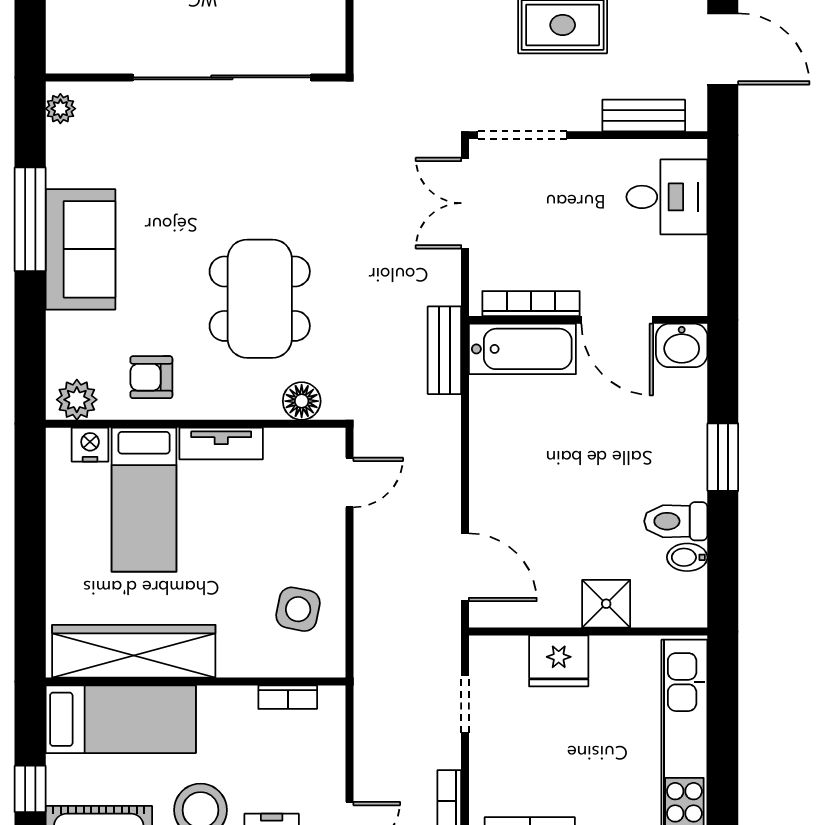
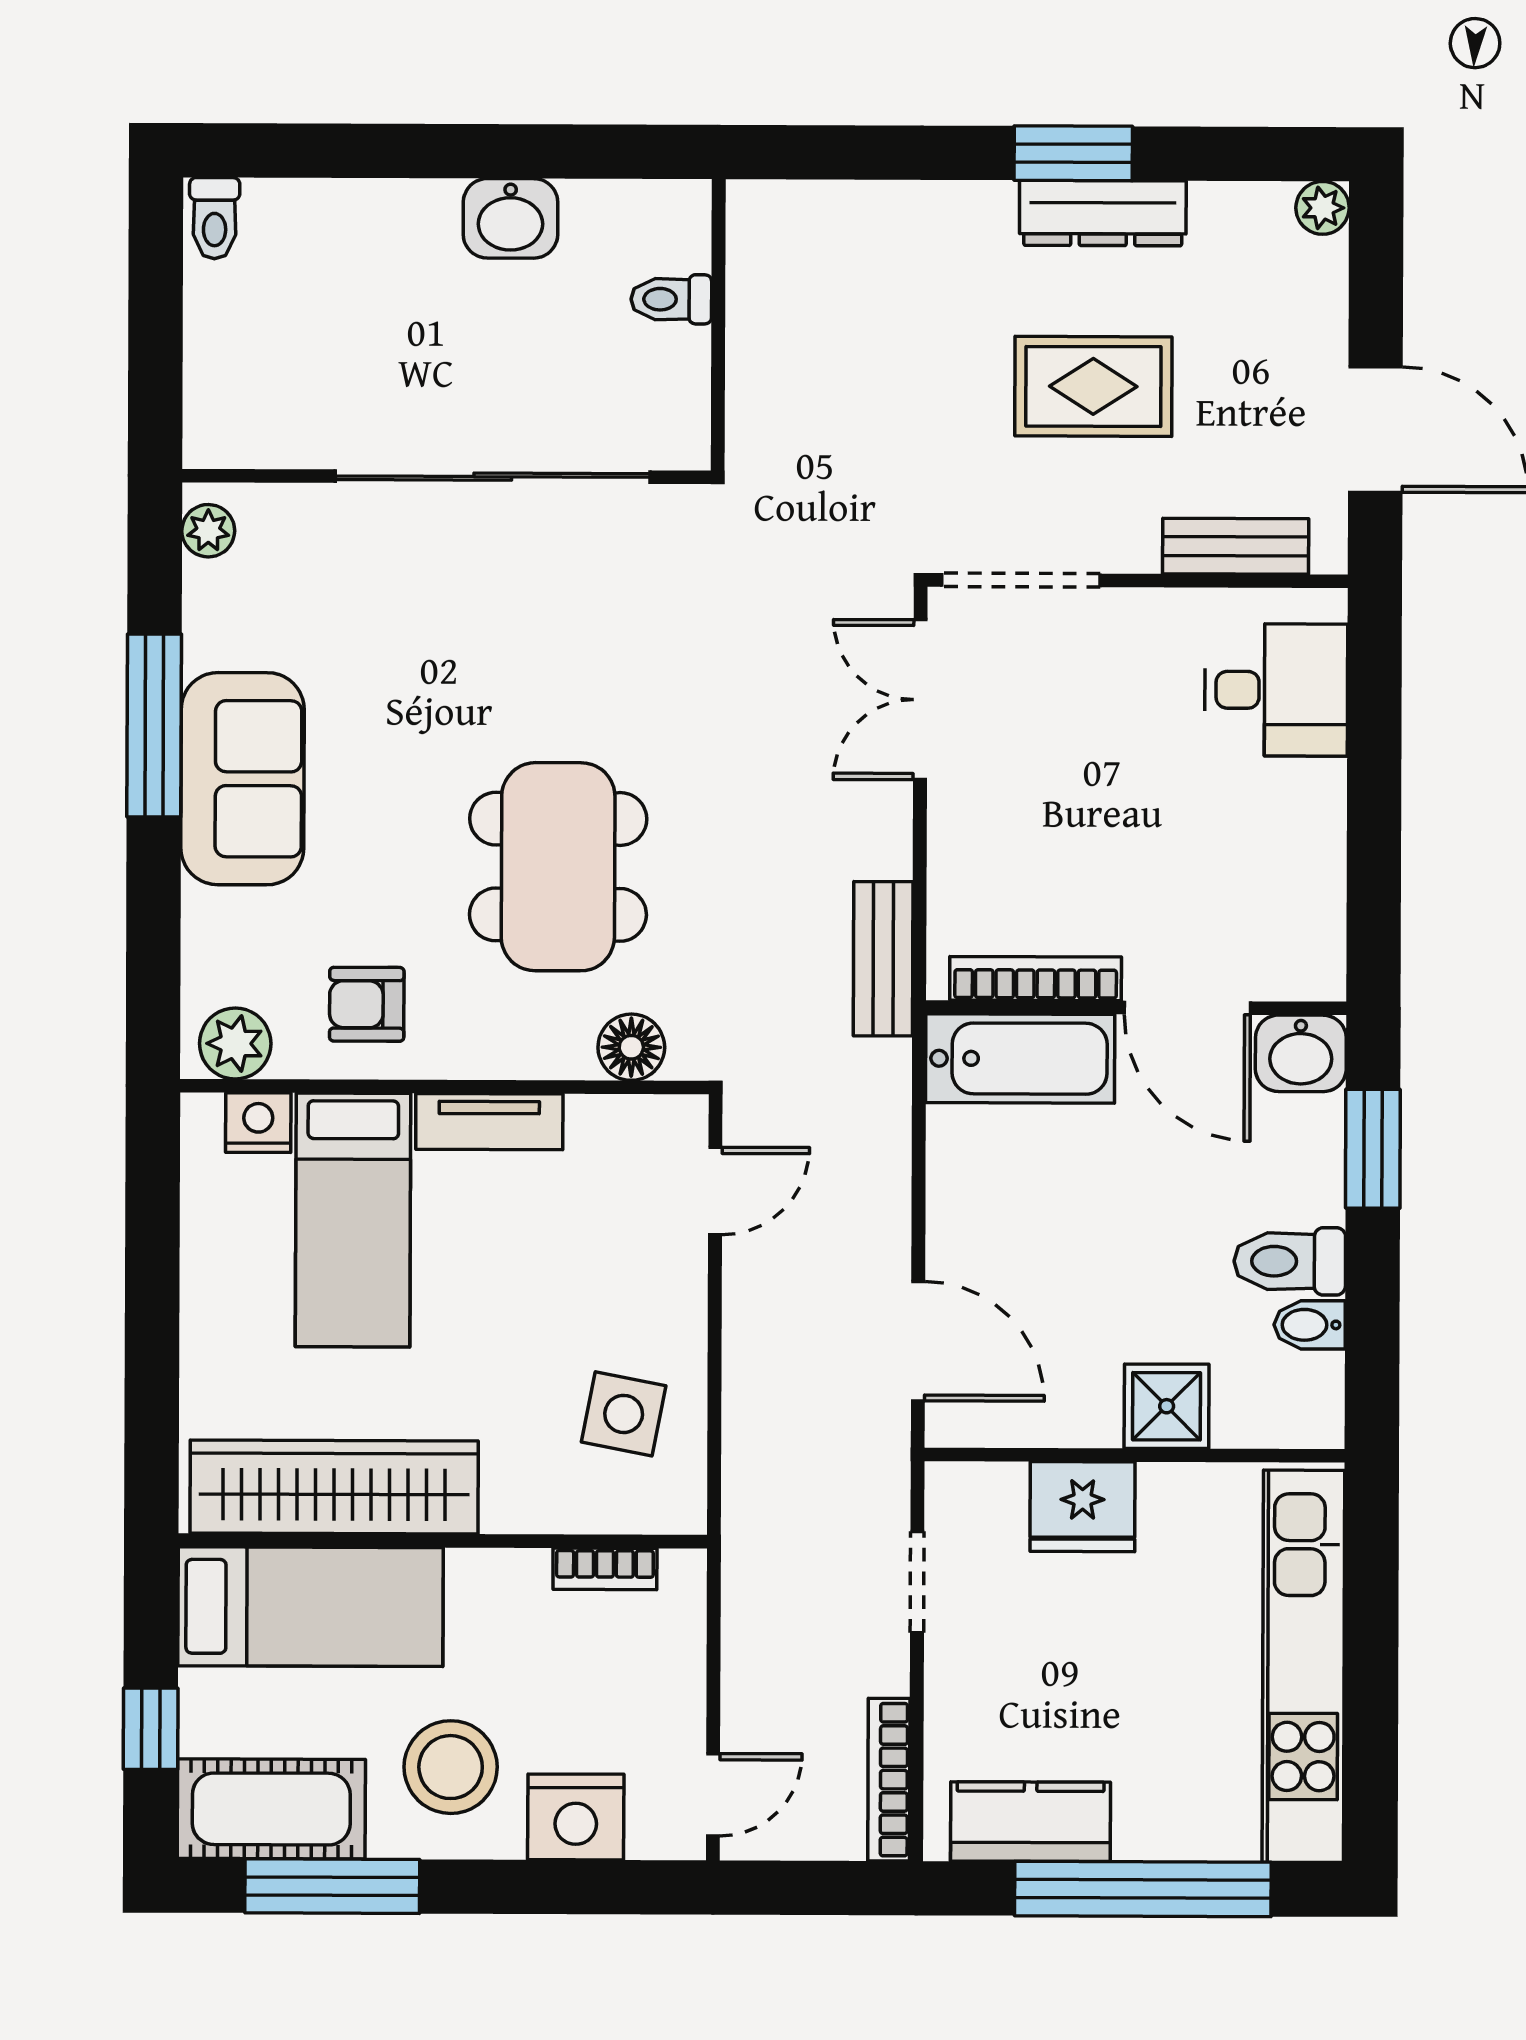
bookcase: (531, 304) -> (1036, 979), moved
wall: (588, 320) -> (1136, 1008), moved
door: (617, 320) -> (1187, 1008), moved
washbasin: (682, 345) -> (1301, 1053), moved
bathtub: (522, 349) -> (1020, 1059), moved

